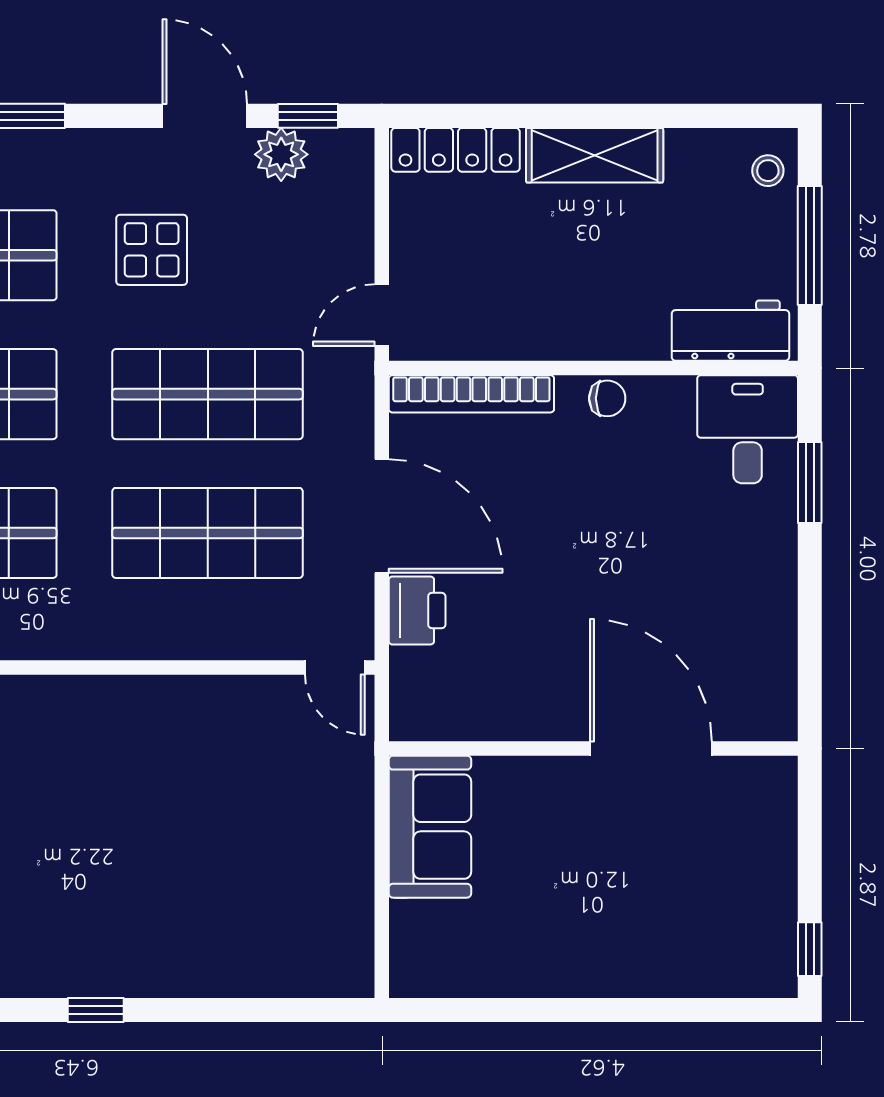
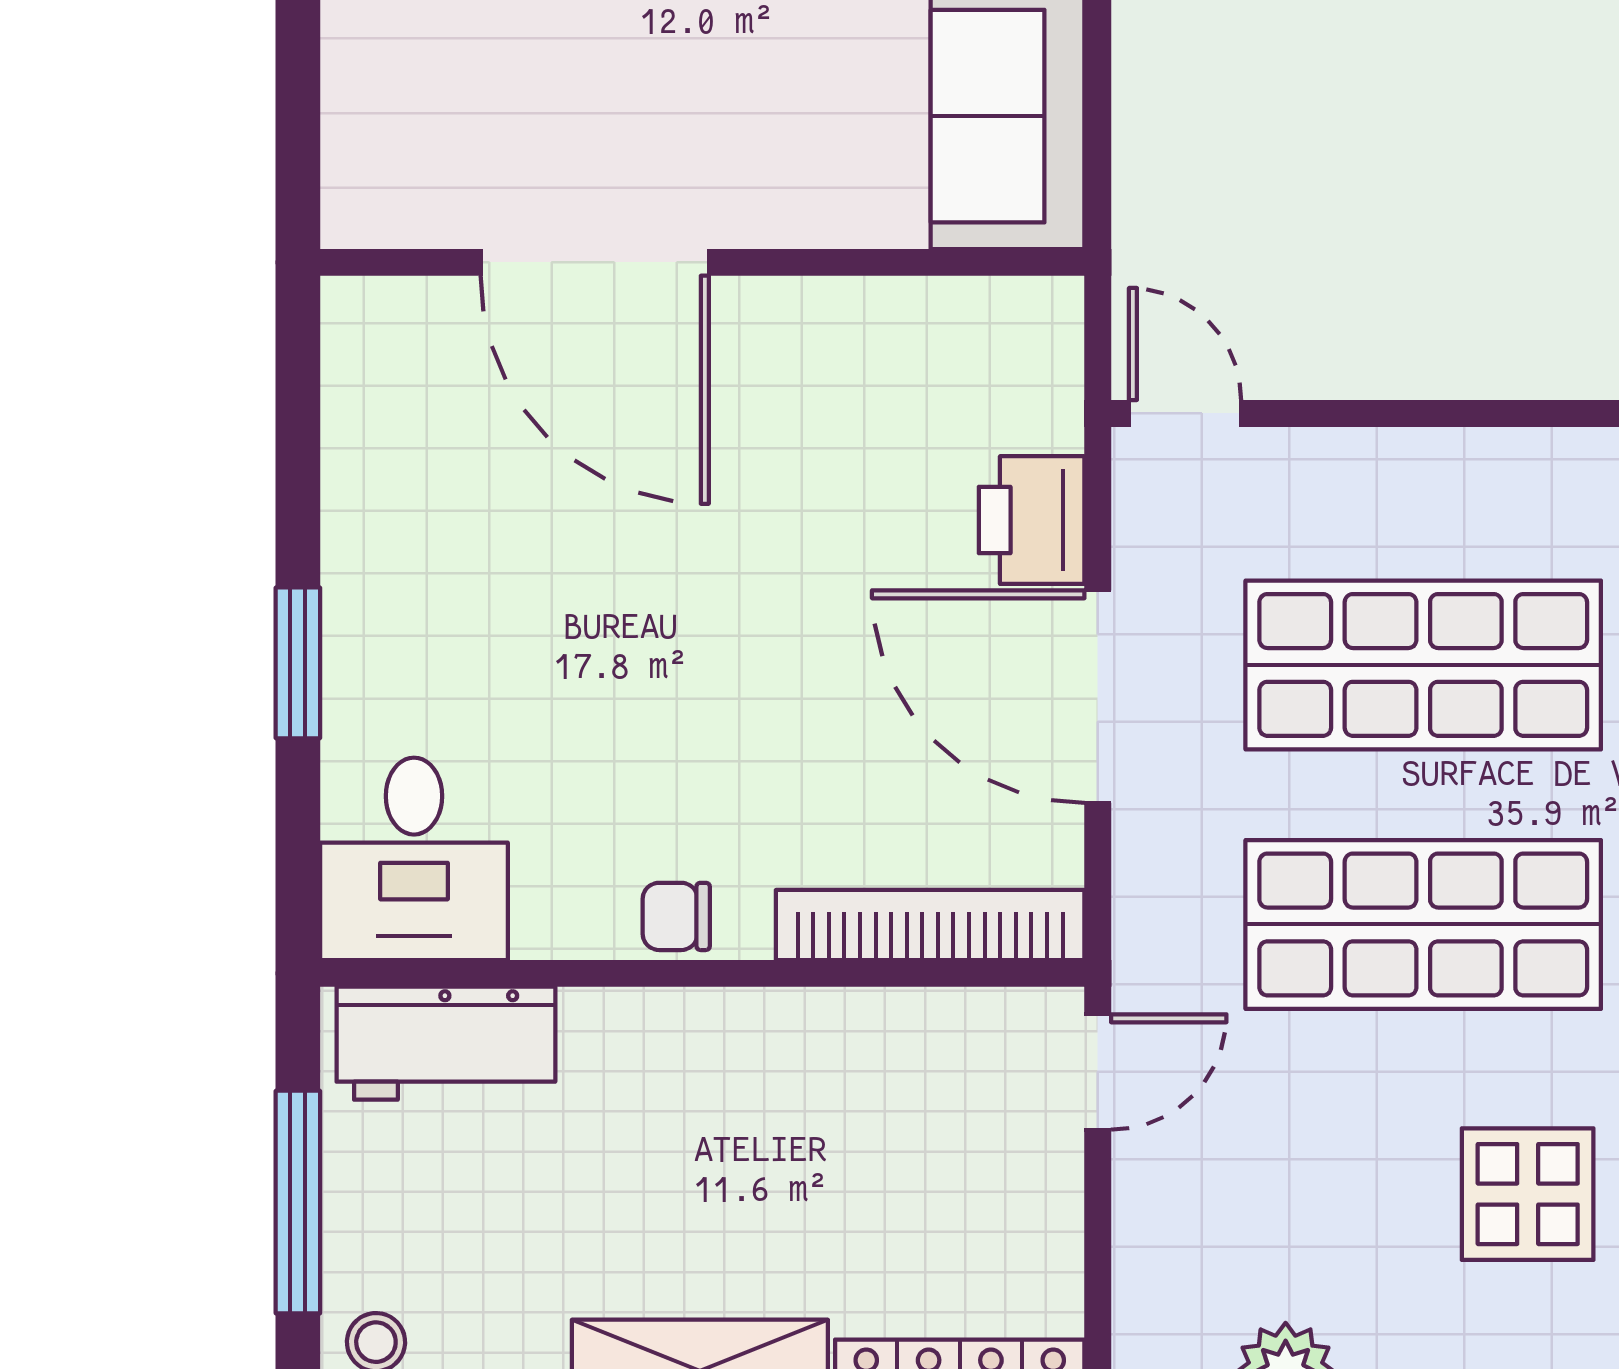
window: (810, 482) -> (298, 663), moved

